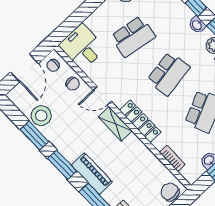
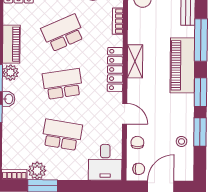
stool: (41, 116) -> (182, 141), width x0.53, depth x0.53
shelving: (115, 124) -> (135, 61), moved
piano: (92, 174) -> (182, 65), width x1.37, depth x1.33

